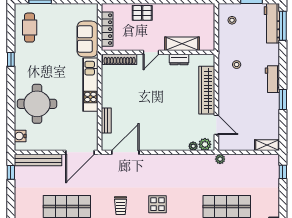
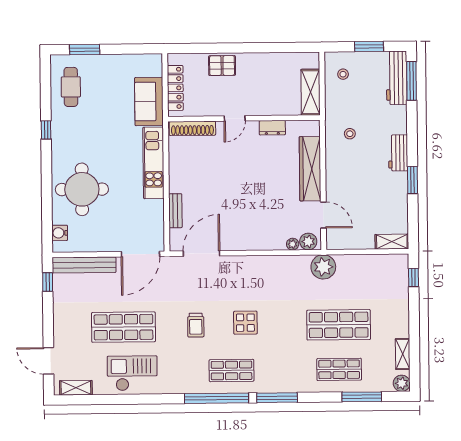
shelving: (182, 44) -> (310, 92), moved, turned 90
plant: (220, 159) -> (323, 267), width x1.87, depth x1.87

